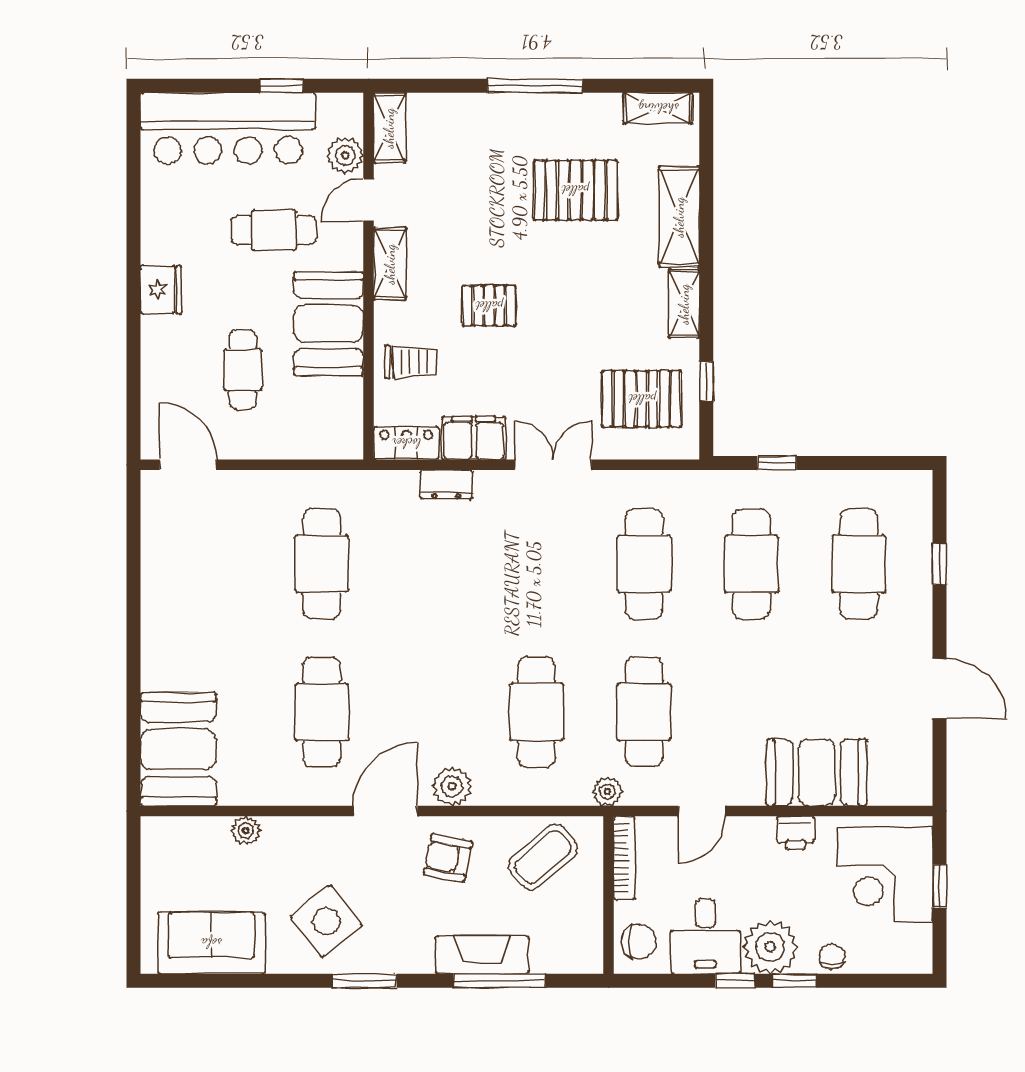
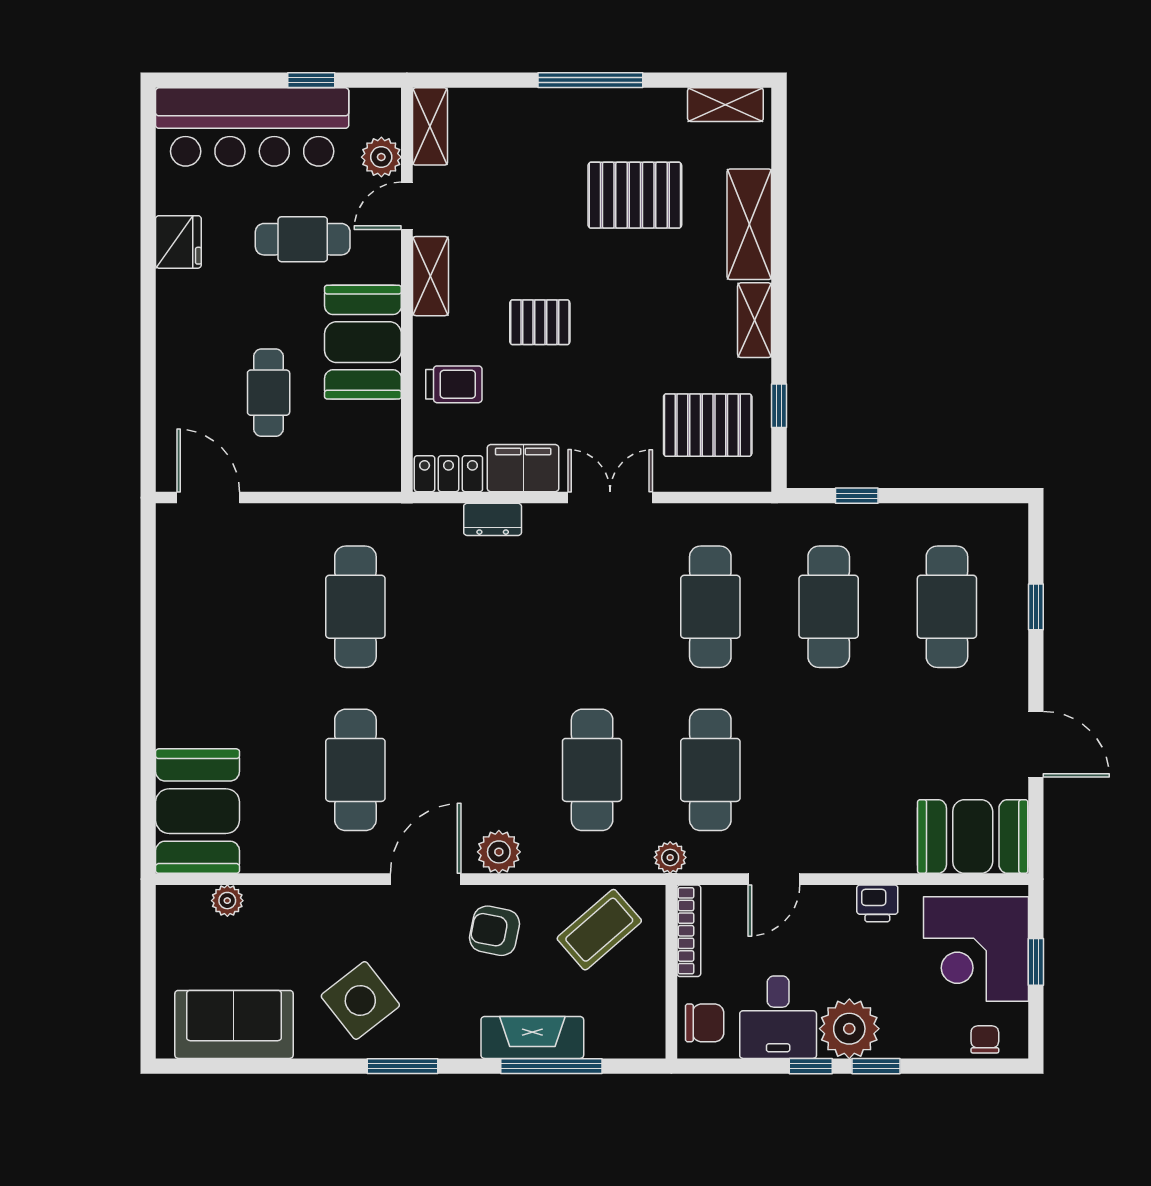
fridge: (161, 290) -> (178, 242), moved
booth: (817, 772) -> (973, 836), moved
plant: (246, 831) -> (227, 901), moved
chair: (832, 957) -> (985, 1039), moved

